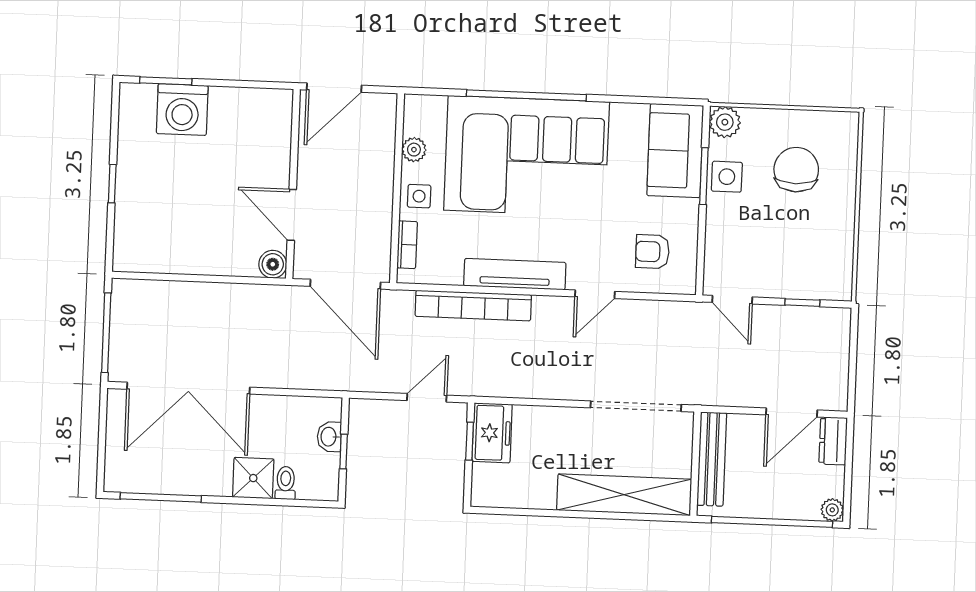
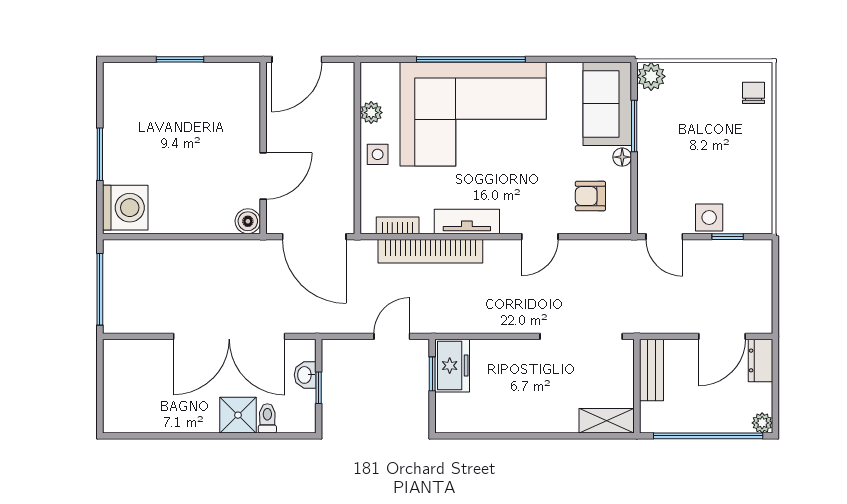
window: (166, 81) -> (180, 59), moved
washing machine: (182, 110) -> (125, 208), moved, turned -90
chair: (796, 170) -> (753, 93), moved, width x0.54, depth x0.54
side table: (727, 177) -> (709, 217), moved
window: (112, 184) -> (100, 154), width x1.50
floor lamp: (689, 210) -> (622, 157), added
door: (292, 215) -> (263, 176), swing flipped
bookcase: (407, 245) -> (398, 225), moved, turned -90
tv unit: (515, 274) -> (467, 221), width x0.71
double door: (188, 388) -> (229, 336), moved
bench: (712, 459) -> (651, 370), width x0.73
shelving: (624, 495) -> (607, 421), width x0.45, depth x0.75
window: (161, 497) -> (155, 436), removed

